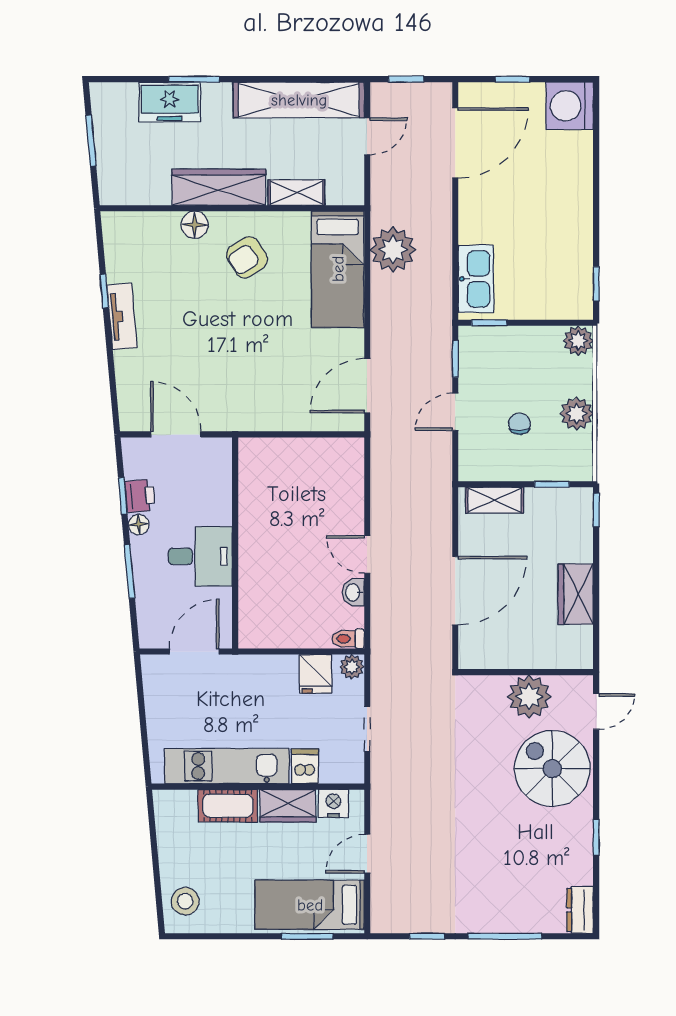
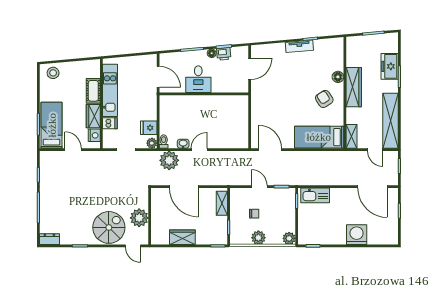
washing machine: (570, 106) -> (357, 235), moved
shelving: (296, 193) -> (351, 136), moved
plant: (393, 250) -> (169, 160), moved

